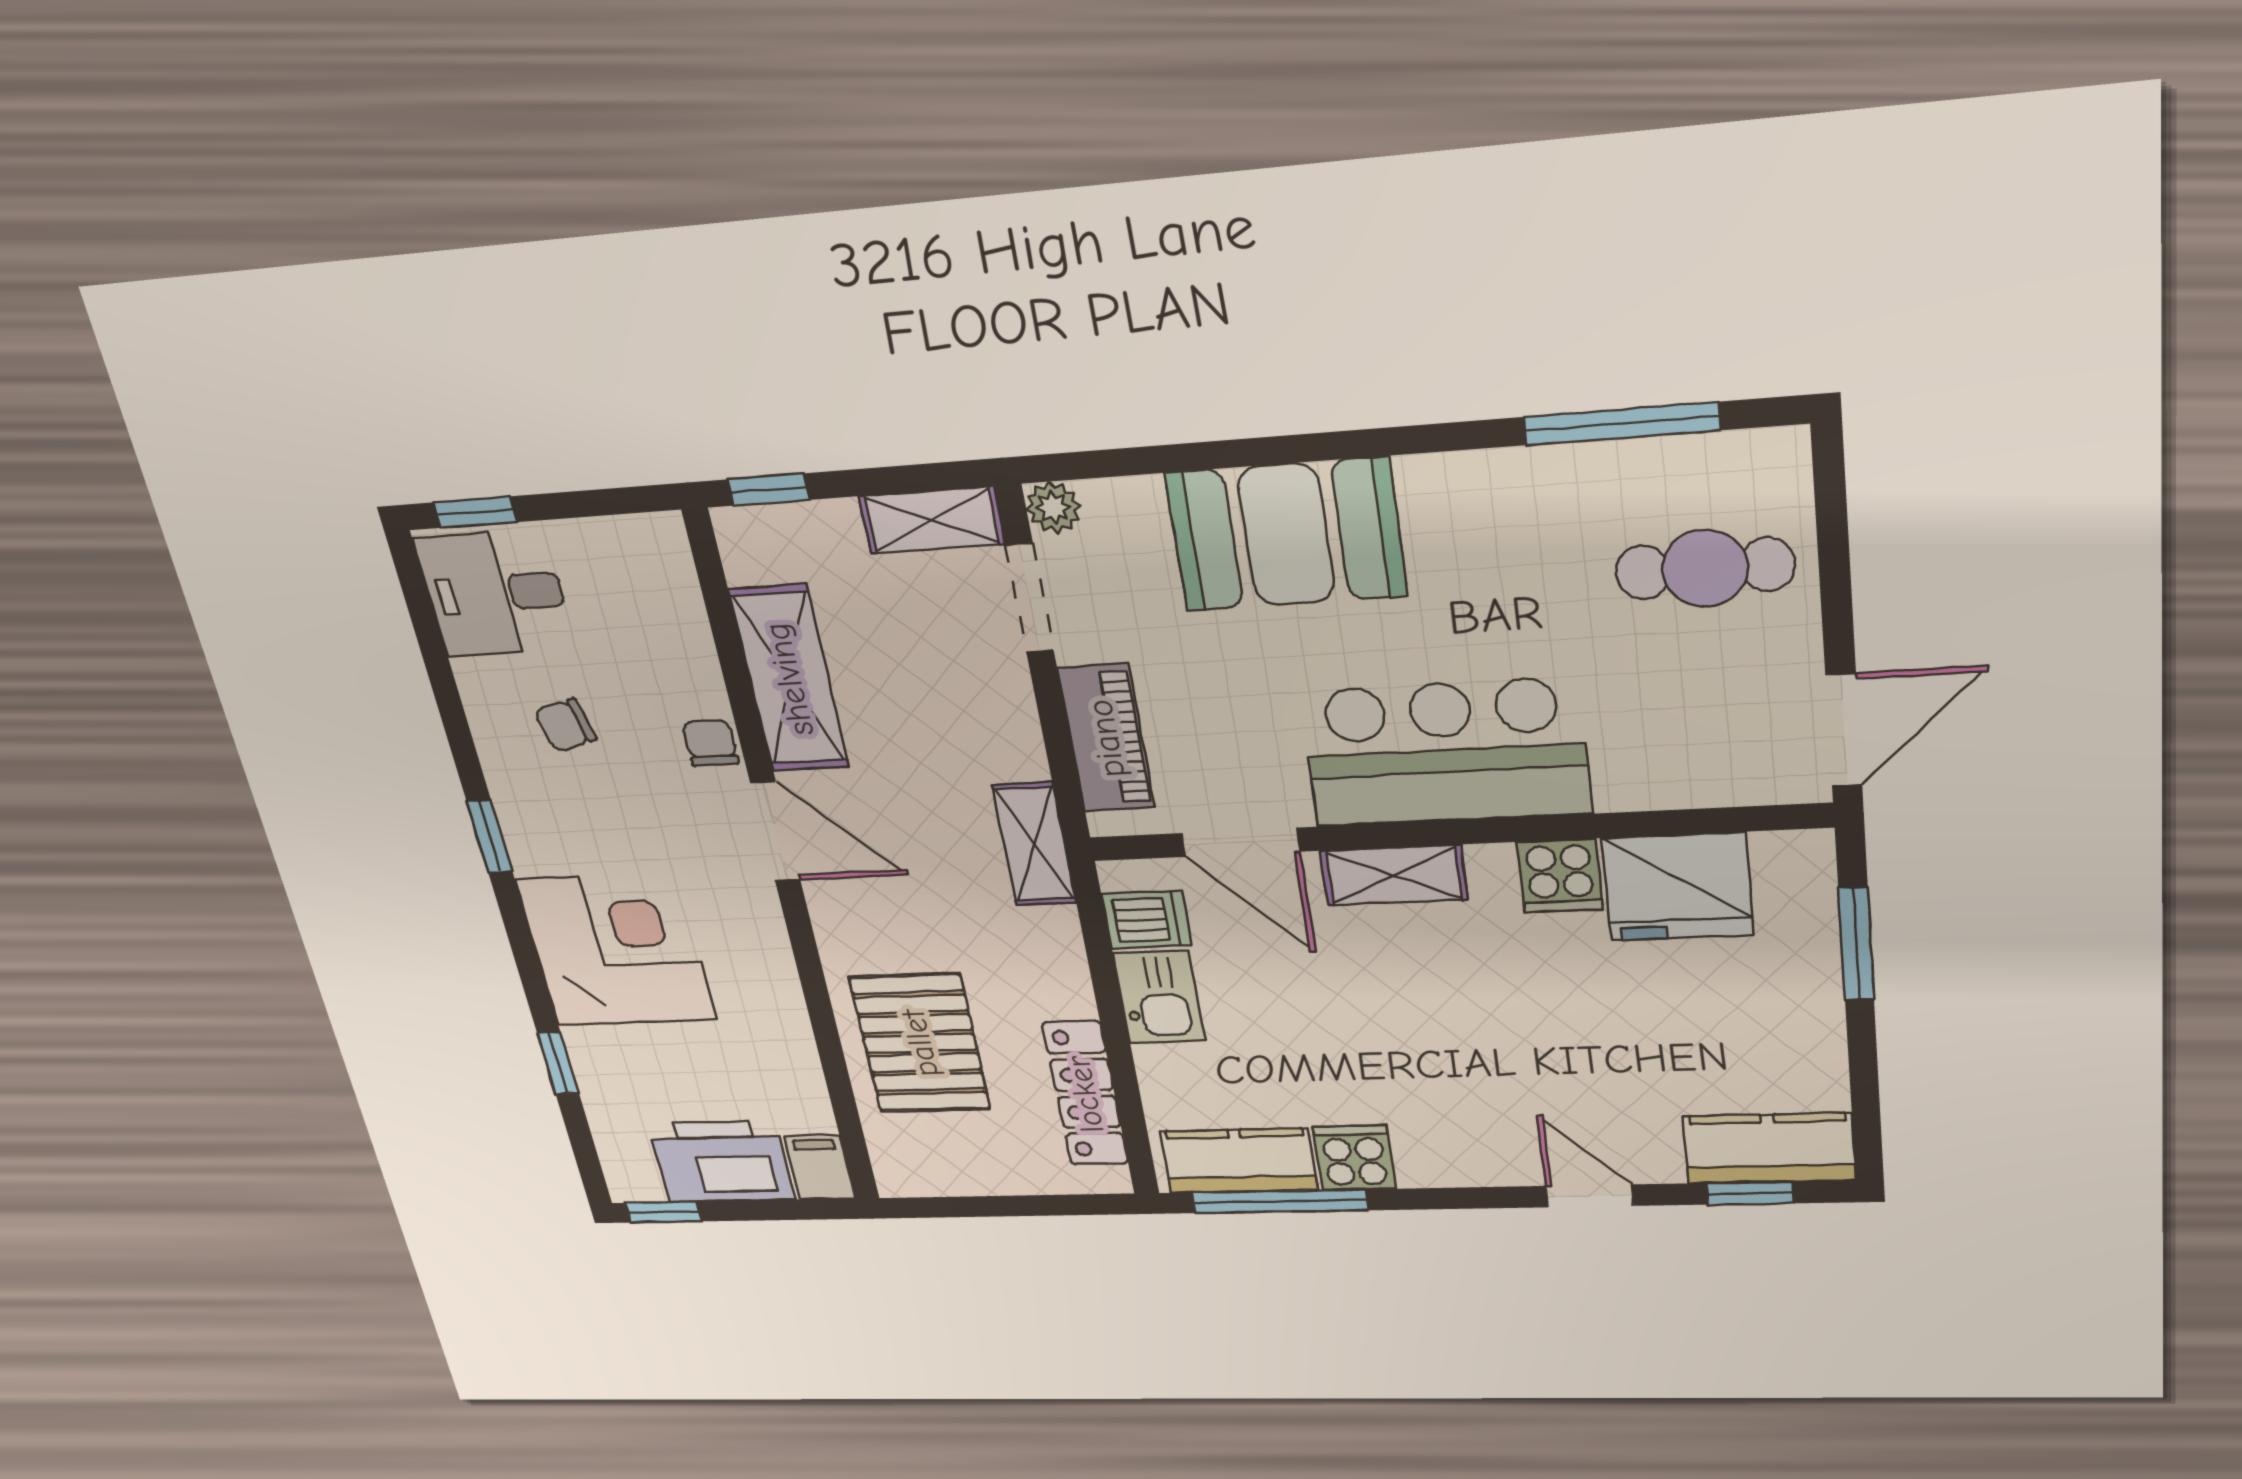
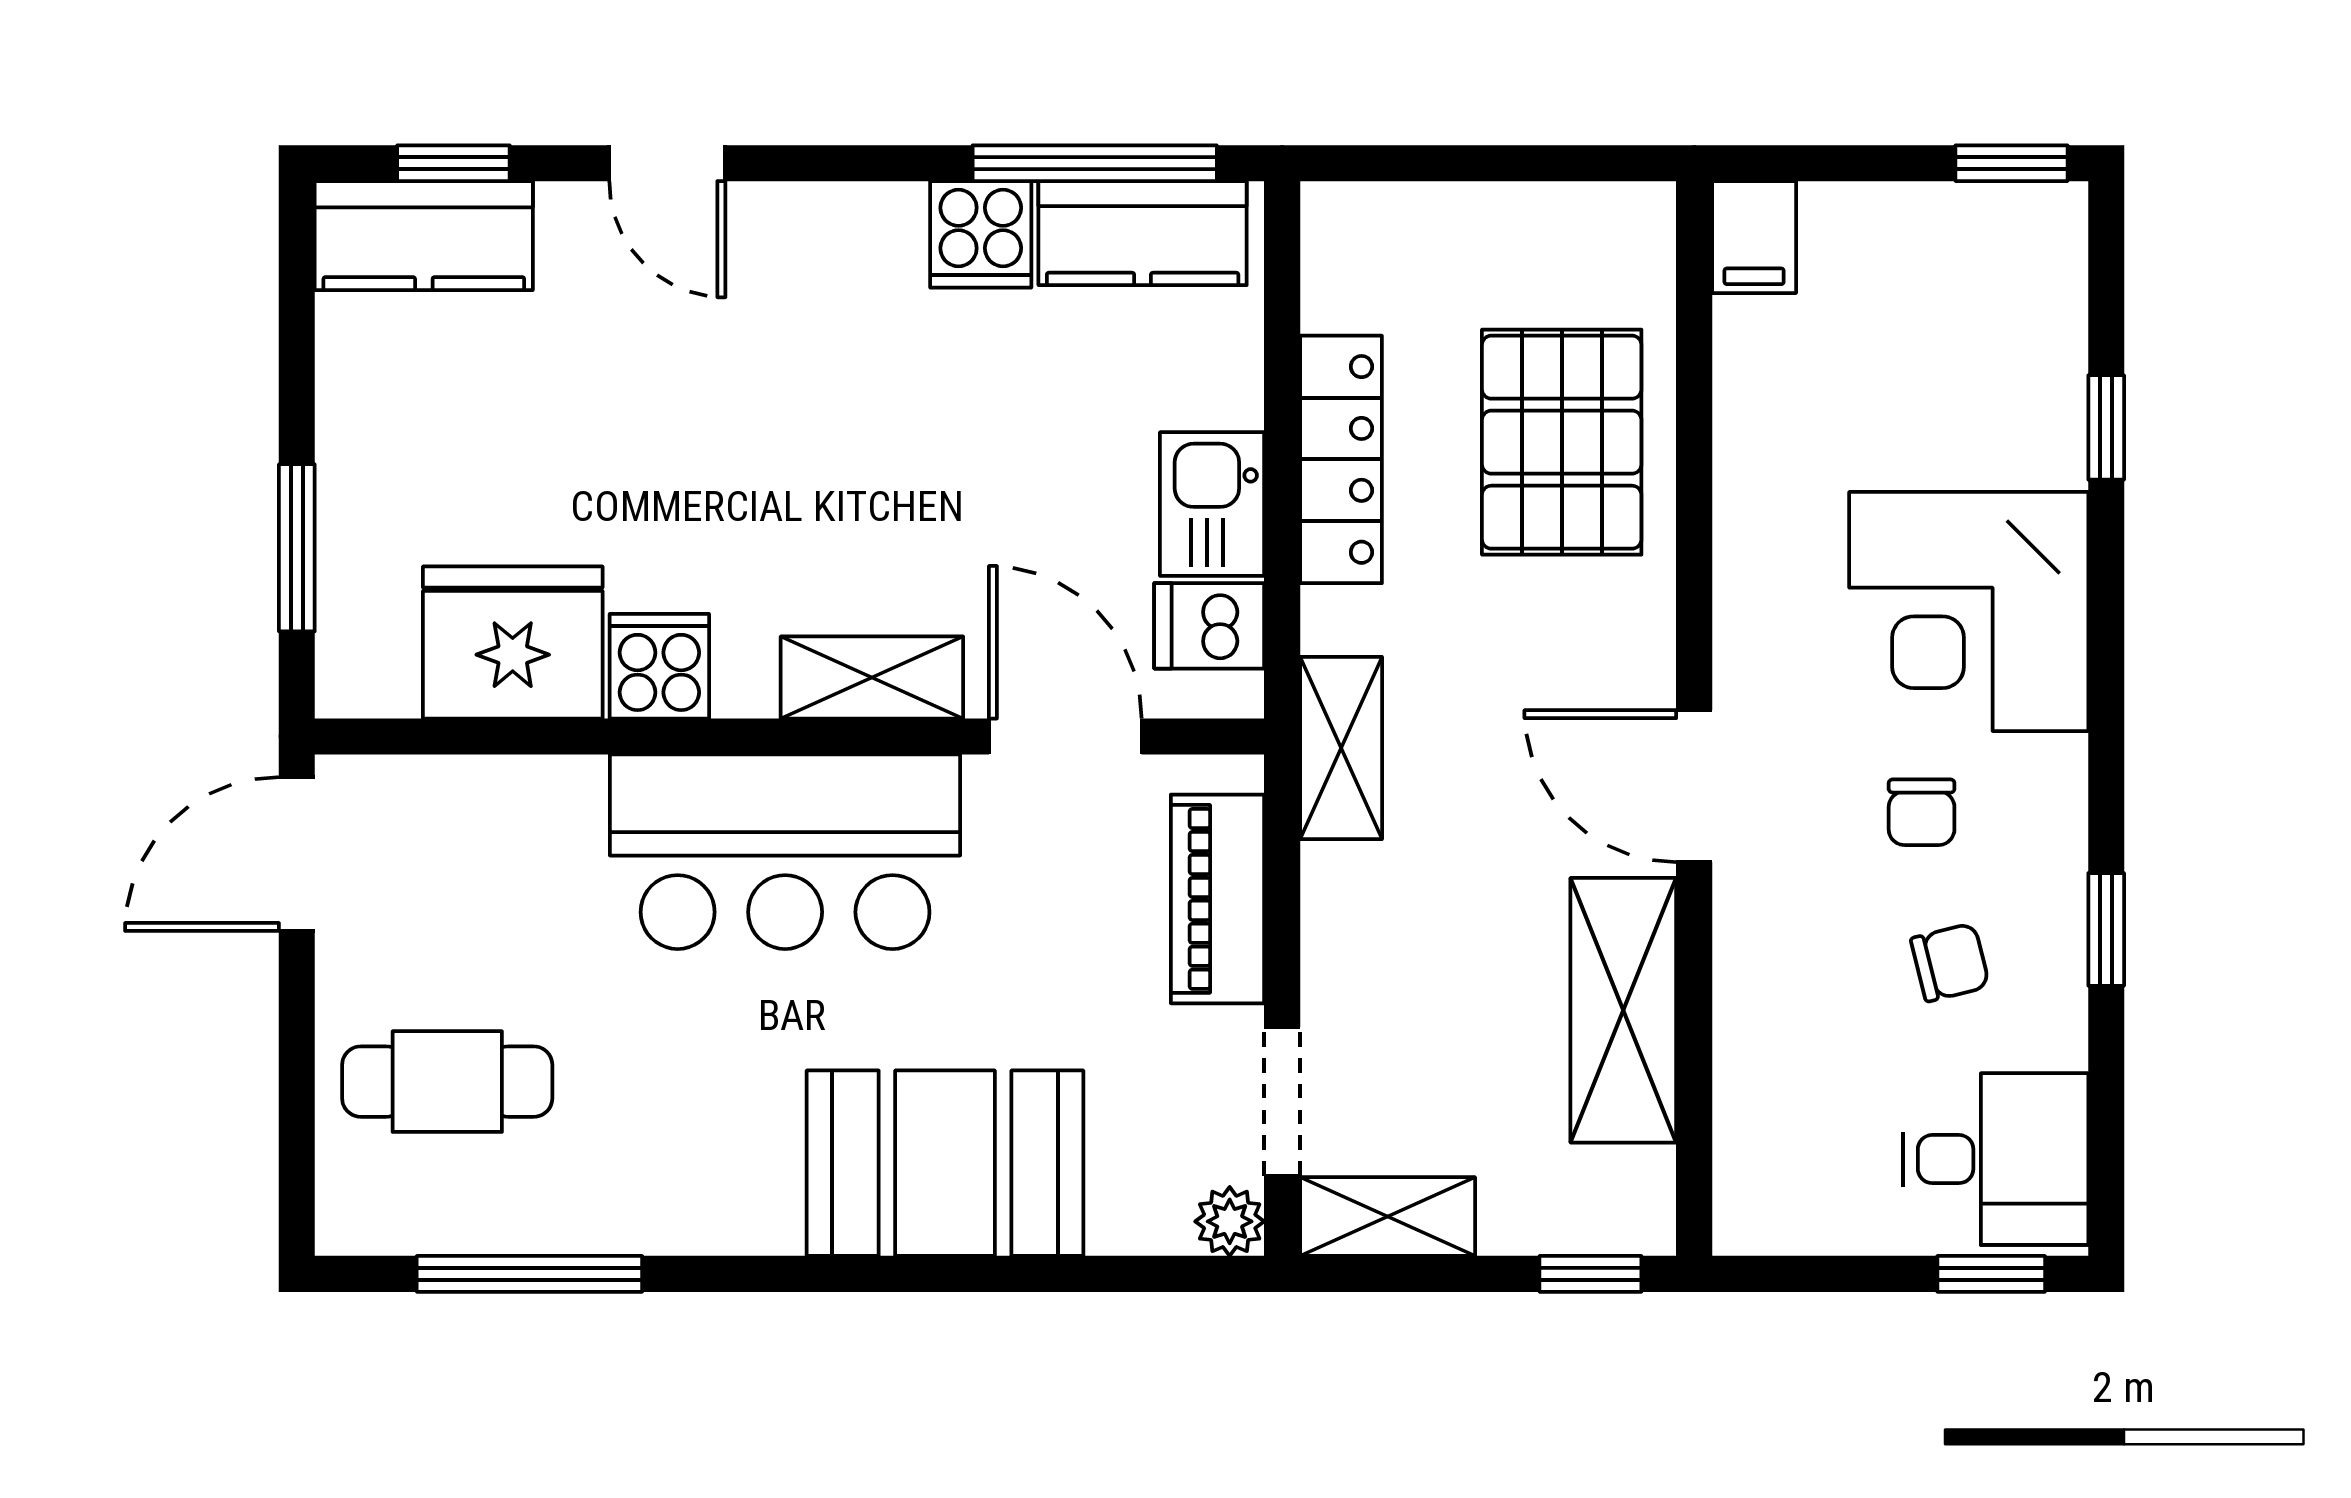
chair: (710, 743) -> (1922, 812), moved
window: (490, 837) -> (2106, 929), moved
locker: (1085, 1094) -> (1341, 459), moved
printer: (722, 1162) -> (1900, 251), removed

